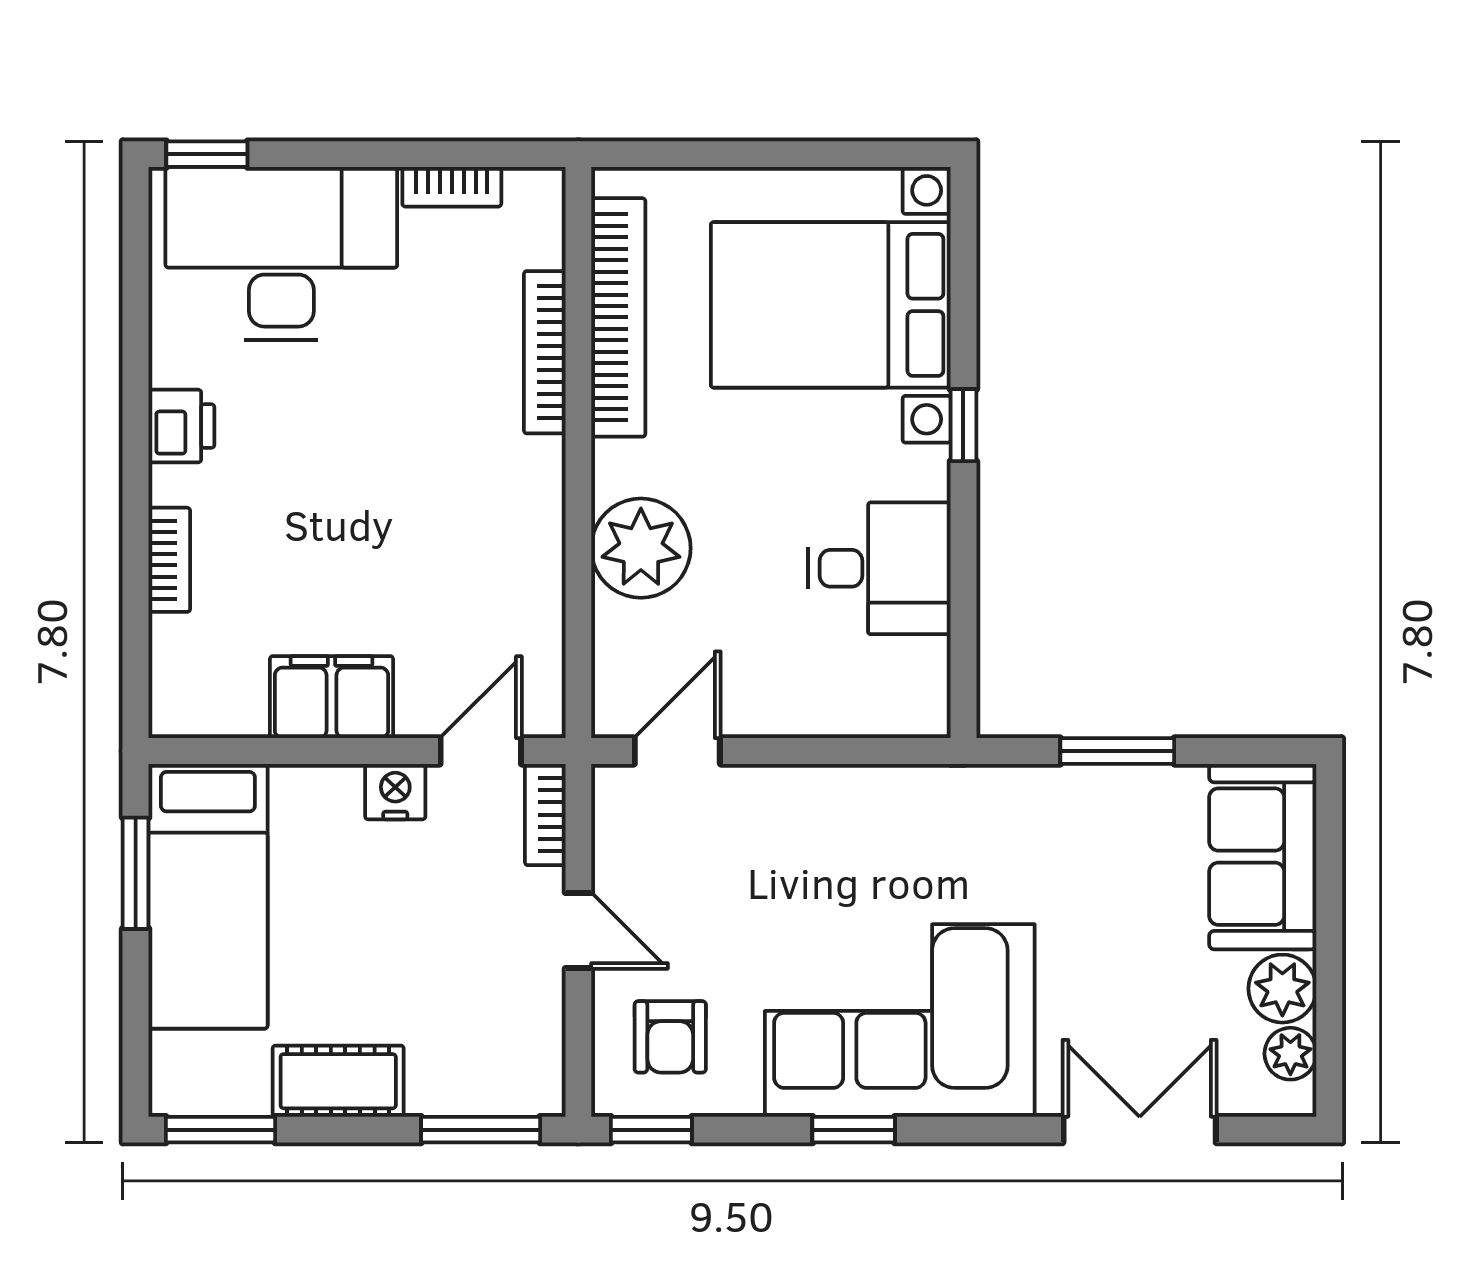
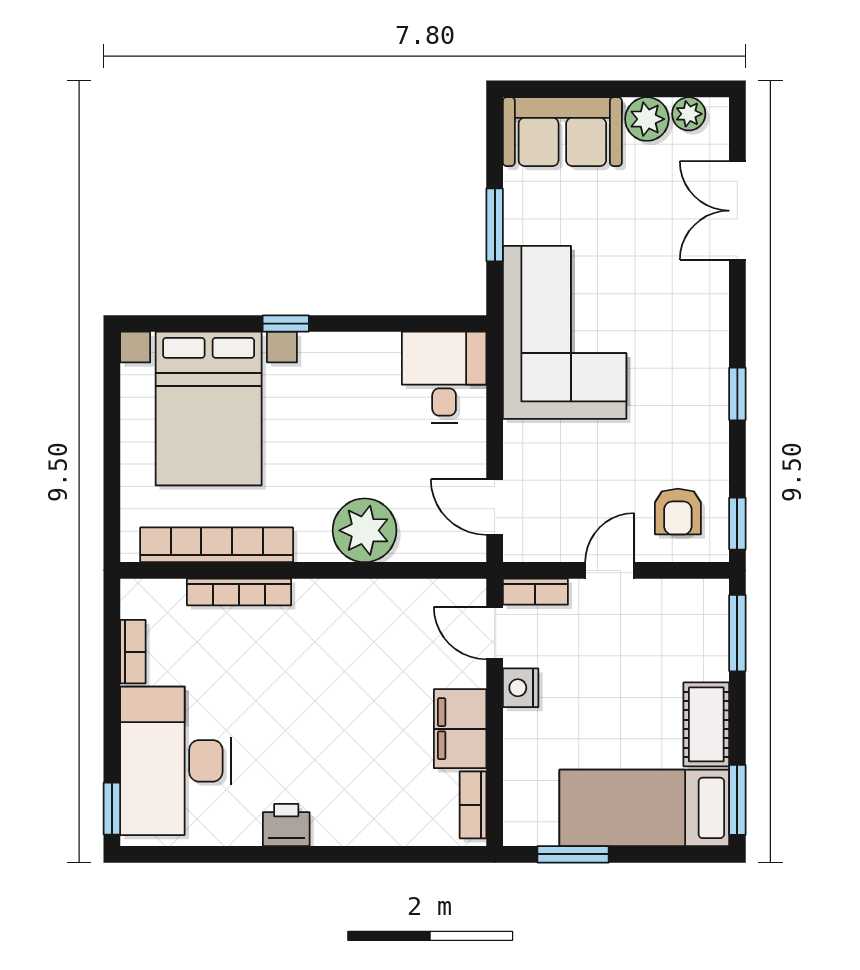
bookcase: (169, 560) -> (473, 805), moved, turned -90
desk: (879, 568) -> (444, 377), moved
bed: (208, 896) -> (644, 808), moved, turned 180
corner sofa: (900, 1021) -> (565, 332), moved, turned 180
armchair: (670, 1037) -> (678, 511), turned 90

